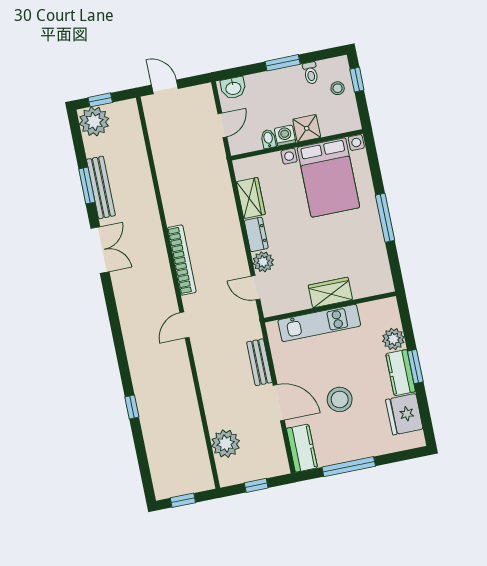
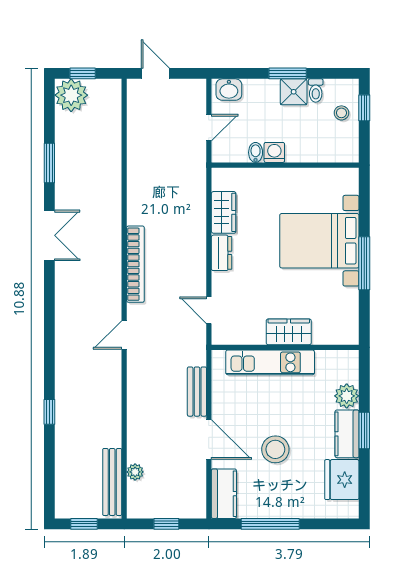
shower: (307, 128) -> (294, 92), moved
bed with nightstands: (328, 177) -> (319, 241), moved, turned 90
bench: (101, 187) -> (112, 482), moved
plant: (263, 262) -> (223, 284), removed
plant: (226, 444) -> (135, 472), width x0.53, depth x0.53

